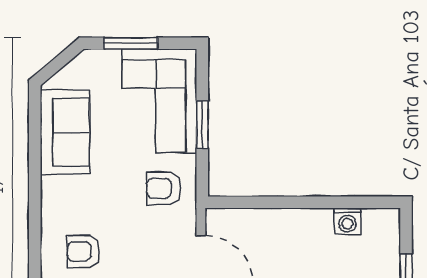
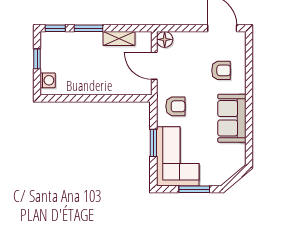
sofa: (65, 132) -> (232, 118), moved
washing machine: (347, 221) -> (48, 80), moved, turned 90

